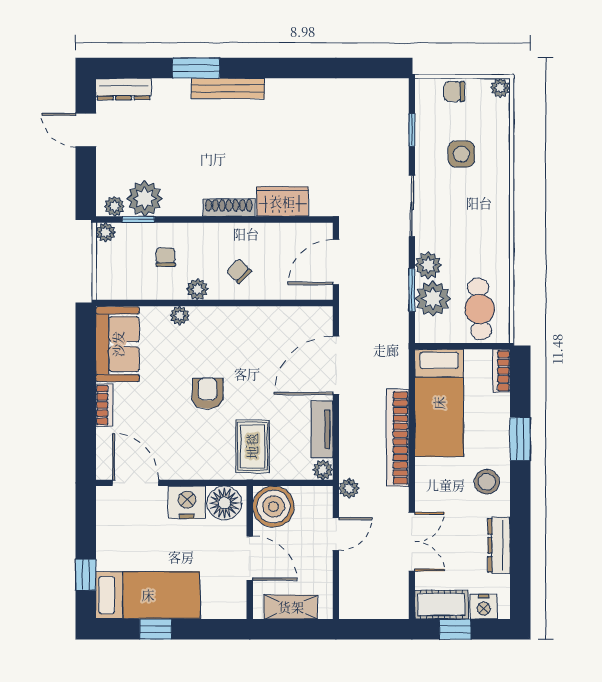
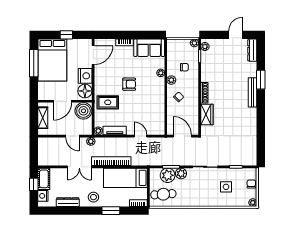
plant: (145, 198) -> (208, 59), removed
door: (336, 365) -> (141, 136), width x0.53
double door: (412, 542) -> (79, 167), moved
window: (86, 575) -> (66, 35), moved
bed: (148, 595) -> (52, 60), width x1.50
window: (156, 629) -> (34, 63), width x2.17

